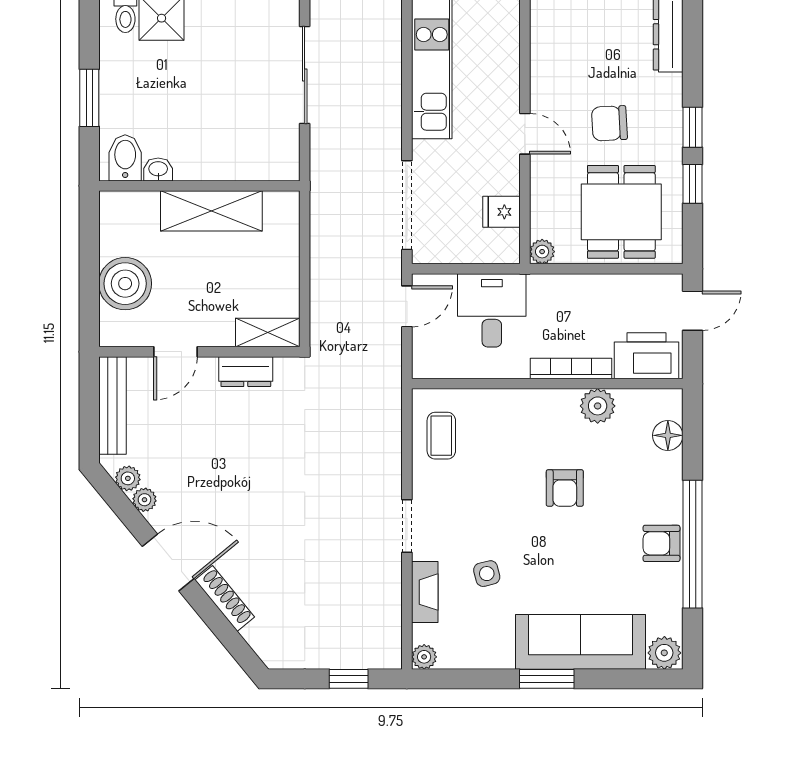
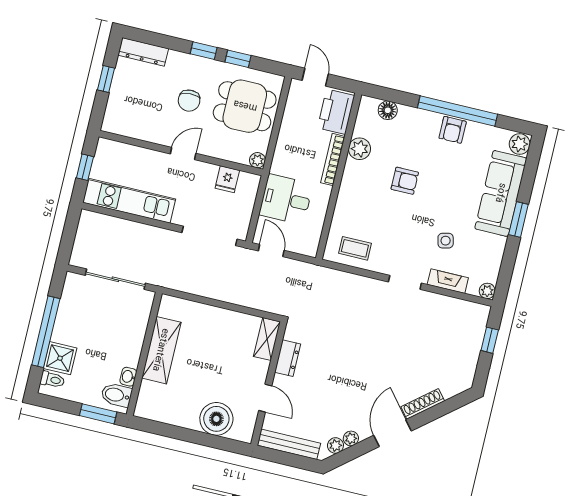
bidet: (125, 158) -> (116, 395), moved
washbasin: (158, 169) -> (128, 377), moved
wall: (199, 186) -> (144, 354), moved
shelving: (211, 211) -> (161, 350), moved

